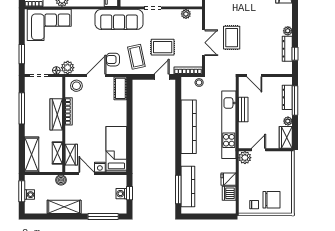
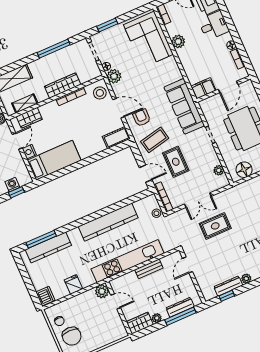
dishwasher: (229, 193) -> (45, 296), moved, turned 90

